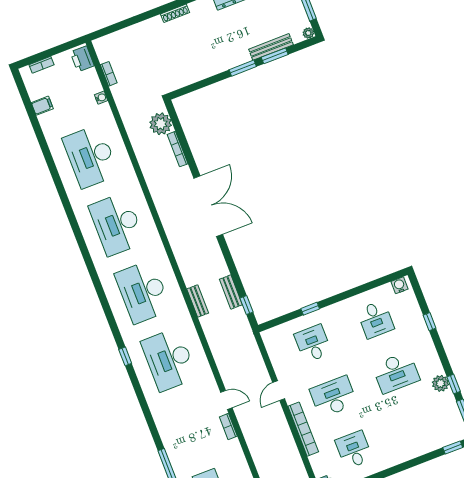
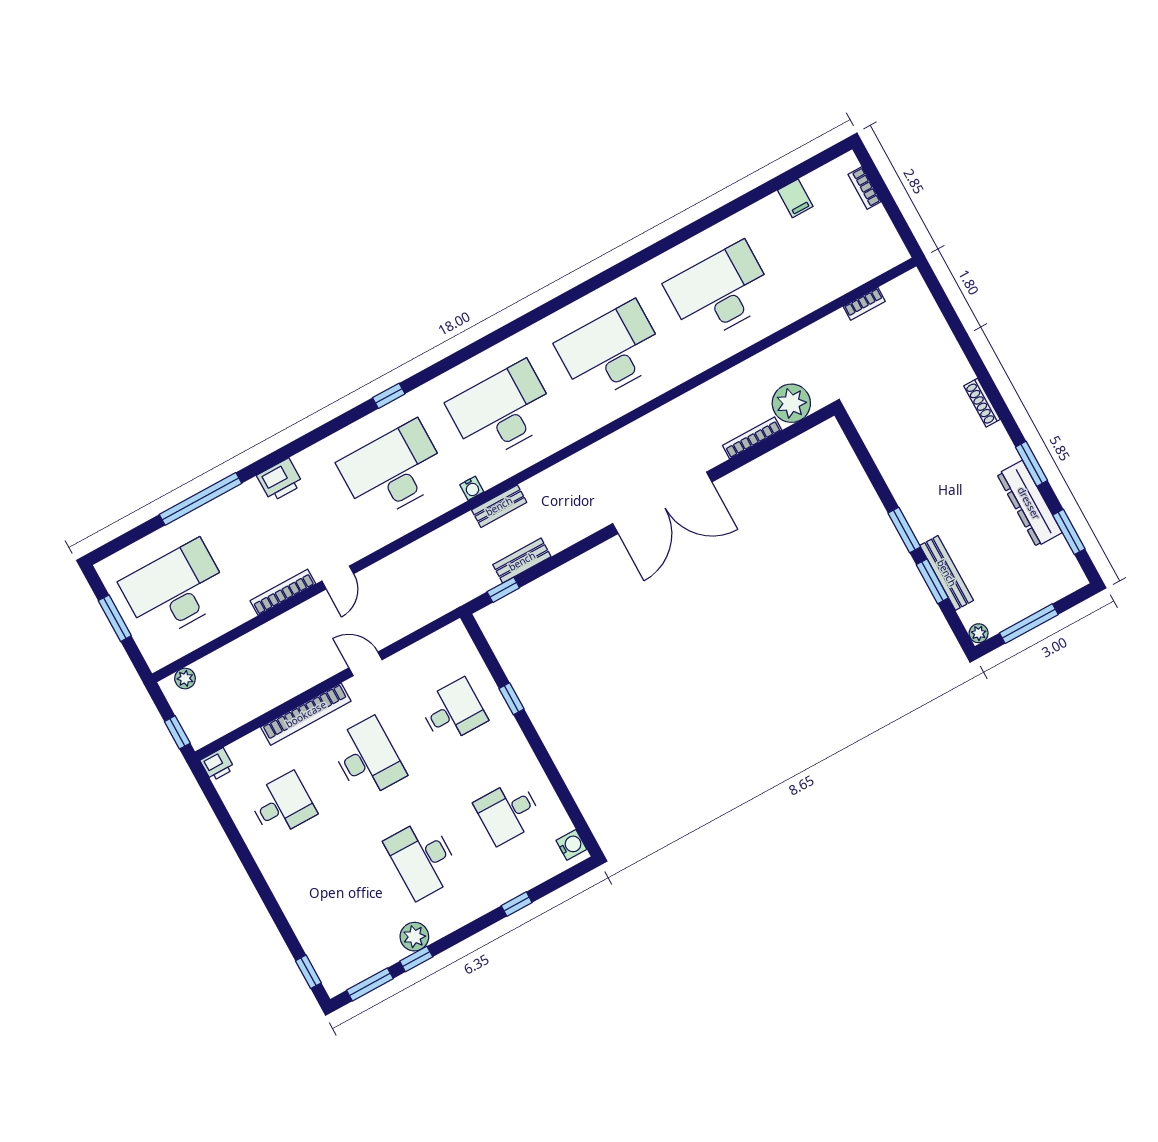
printer: (82, 59) -> (280, 480), moved, turned 180
water cooler: (101, 98) -> (472, 488), moved
bookcase: (228, 427) -> (283, 592), width x1.56

